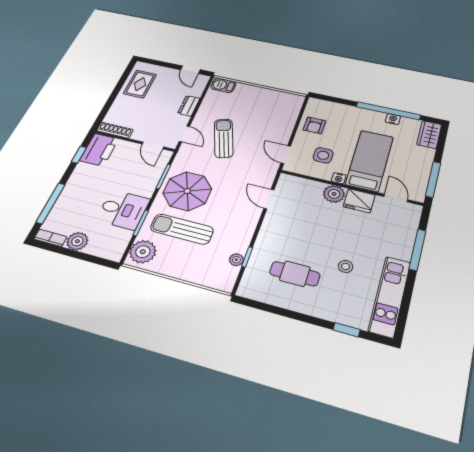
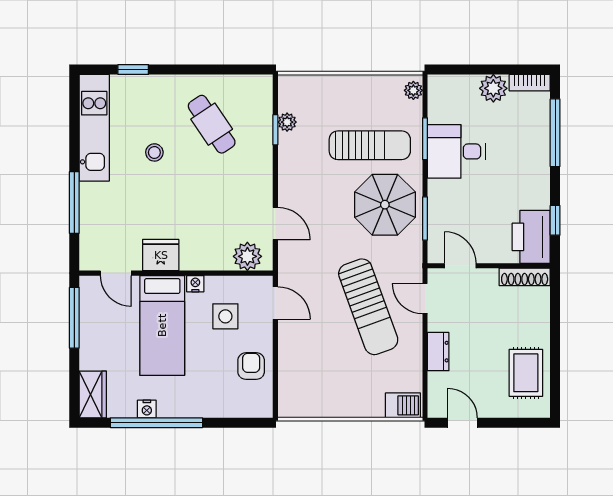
sun lounger: (224, 138) -> (368, 307), width x1.36, depth x1.34
plant: (334, 194) -> (247, 256), moved
plant: (143, 252) -> (413, 90), width x0.53, depth x0.53
cafe table: (295, 274) -> (212, 124), turned 56

